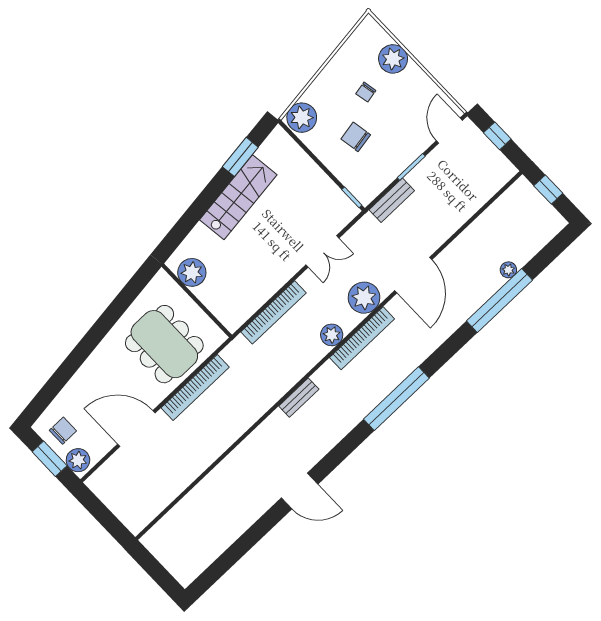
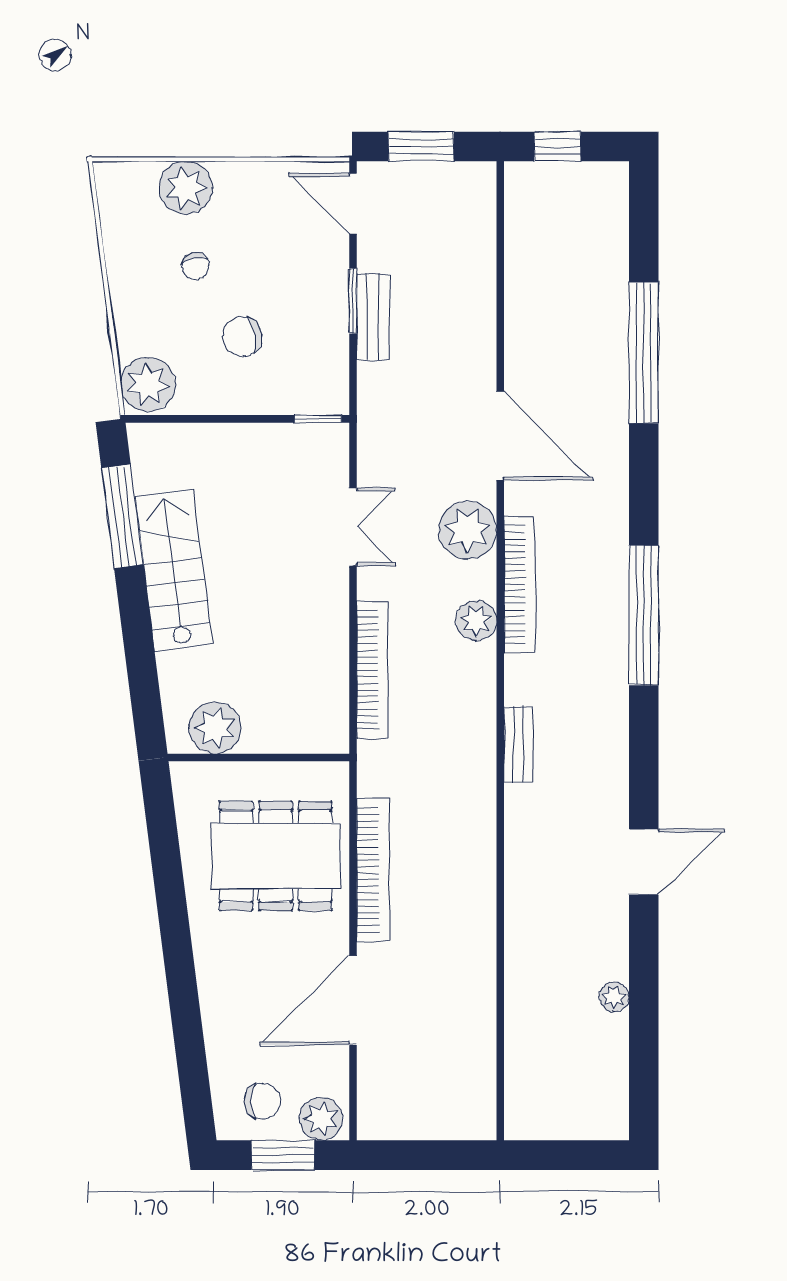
window: (497, 136) -> (421, 147), width x1.50
window: (240, 157) -> (122, 516), width x1.44
bench: (392, 200) -> (373, 317), moved
plant: (508, 270) -> (614, 997), moved
chair: (63, 431) -> (262, 1101), turned 90

